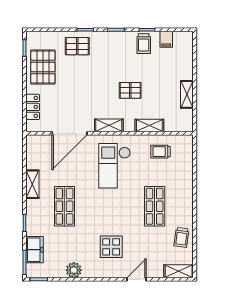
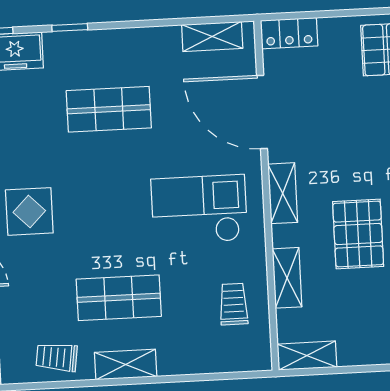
pallet: (130, 90) -> (358, 234), width x1.50, depth x1.42
shelving: (187, 94) -> (307, 356), moved
locker: (33, 107) -> (289, 33), moved
shelving: (32, 184) -> (212, 37), moved
shelving: (187, 205) -> (126, 364), added

